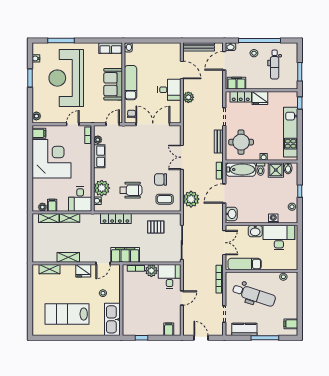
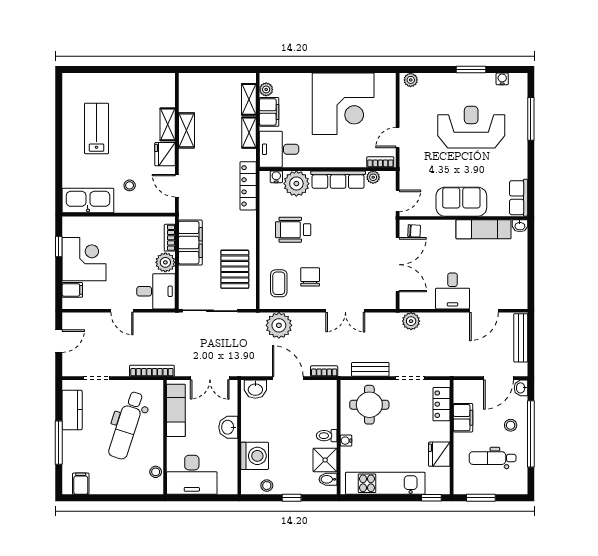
door: (224, 61) -> (498, 378), swing flipped
reception desk: (66, 78) -> (471, 127), width x0.74, depth x0.77
exam couch: (131, 83) -> (483, 229), moved
filing cabinet: (237, 83) -> (463, 418), moved
plant: (188, 97) -> (411, 321), moved
fridge: (260, 98) -> (439, 454), moved
door: (73, 124) -> (398, 138), swing flipped
door: (113, 124) -> (398, 201), hinge flipped
filing cabinet: (39, 133) -> (383, 84), removed
row of seats: (99, 156) -> (338, 180), width x1.48
double door: (182, 157) -> (345, 311), swing flipped
bathtub: (241, 170) -> (326, 404), removed
wheelchair: (131, 190) -> (293, 230), turned 90
filing cabinet: (52, 205) -> (269, 112), width x2.00
washing machine: (273, 218) -> (255, 456), width x1.89, depth x1.89
locker: (116, 219) -> (248, 186), moved
pallet: (156, 227) -> (235, 269), width x1.50, depth x1.42
desk: (279, 238) -> (192, 475), moved, turned 90
filing cabinet: (125, 255) -> (190, 243), moved
shelving: (49, 269) -> (168, 124), moved
lab bench: (67, 314) -> (96, 128), width x0.73, depth x0.72
corner desk: (149, 322) -> (84, 259), added

